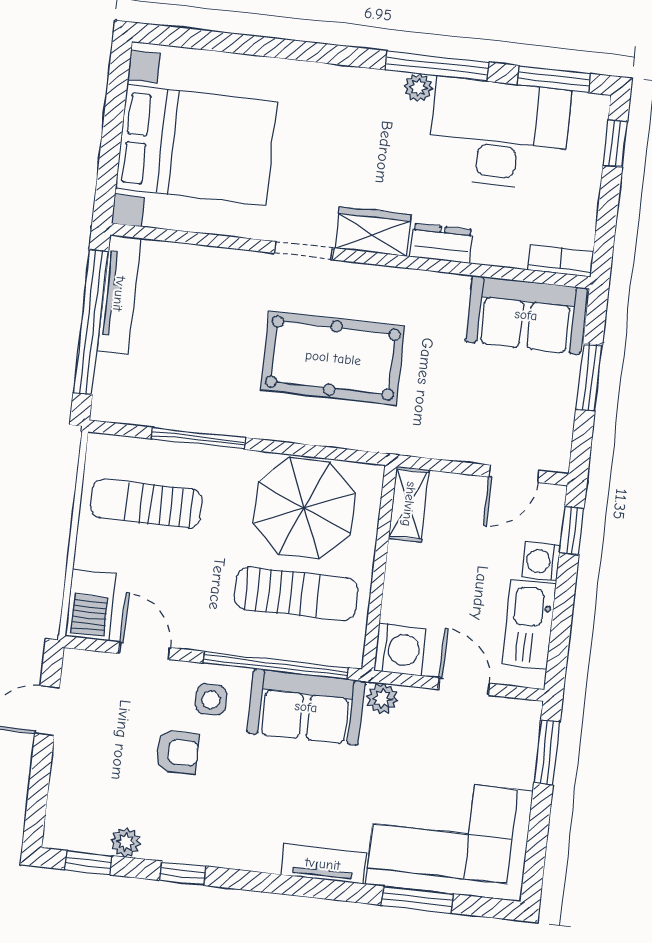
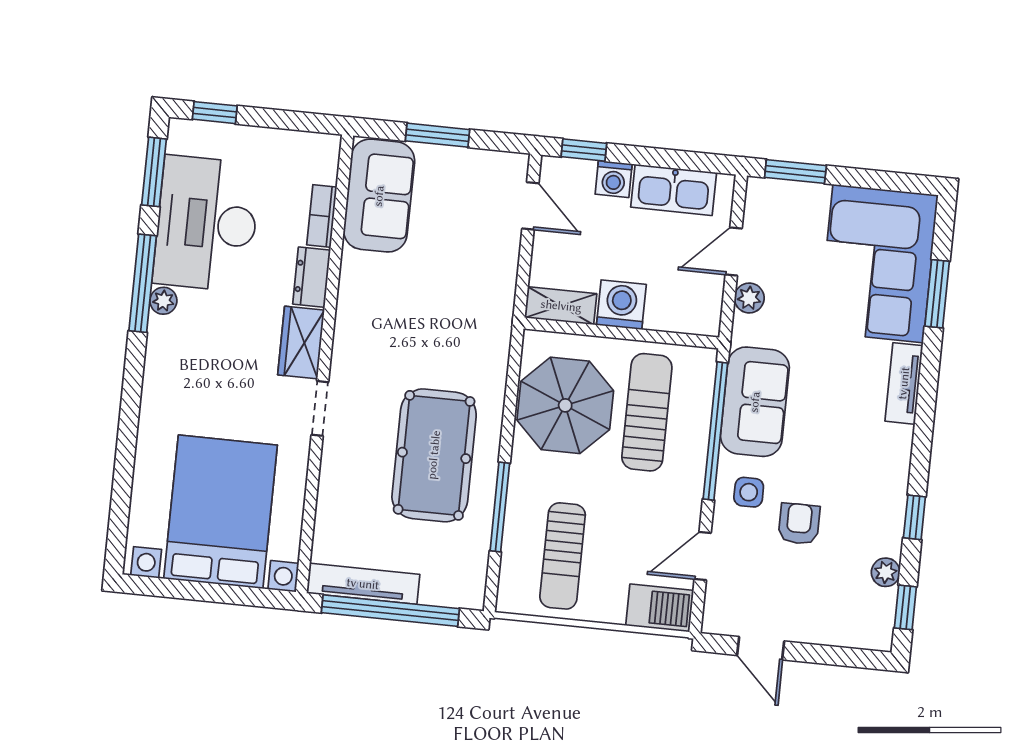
bookcase: (561, 261) -> (322, 216), moved
pool table: (333, 358) -> (434, 455), moved
washing machine: (400, 650) -> (621, 305), moved
plant: (382, 699) -> (749, 298), moved

